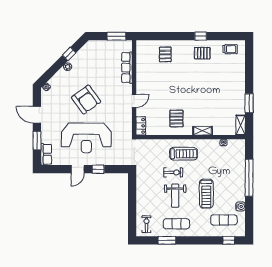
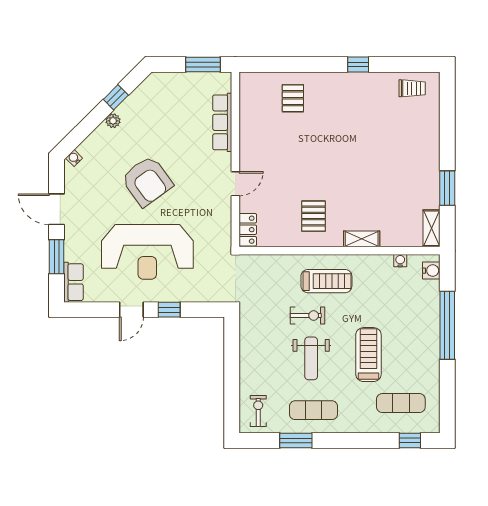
pallet: (202, 53) -> (361, 96), removed
treadmill: (206, 194) -> (368, 355), turned 180
water cooler: (240, 206) -> (431, 271), moved

